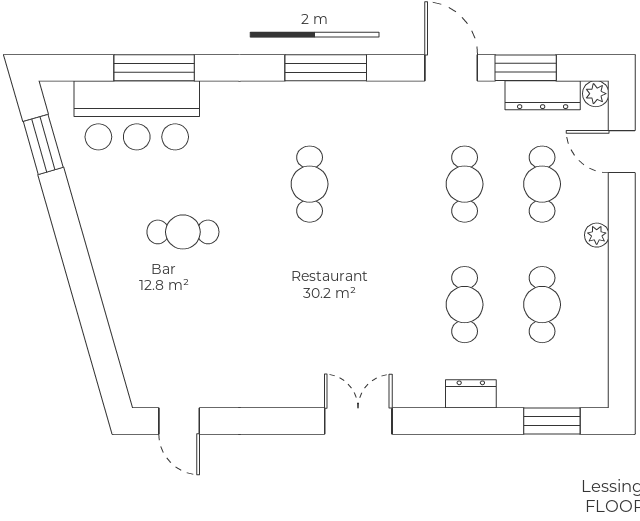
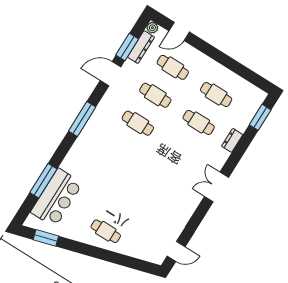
cafe table: (310, 184) -> (138, 123), moved
cafe table: (183, 232) -> (106, 231), moved, turned 90
plant: (597, 235) -> (203, 59), removed

